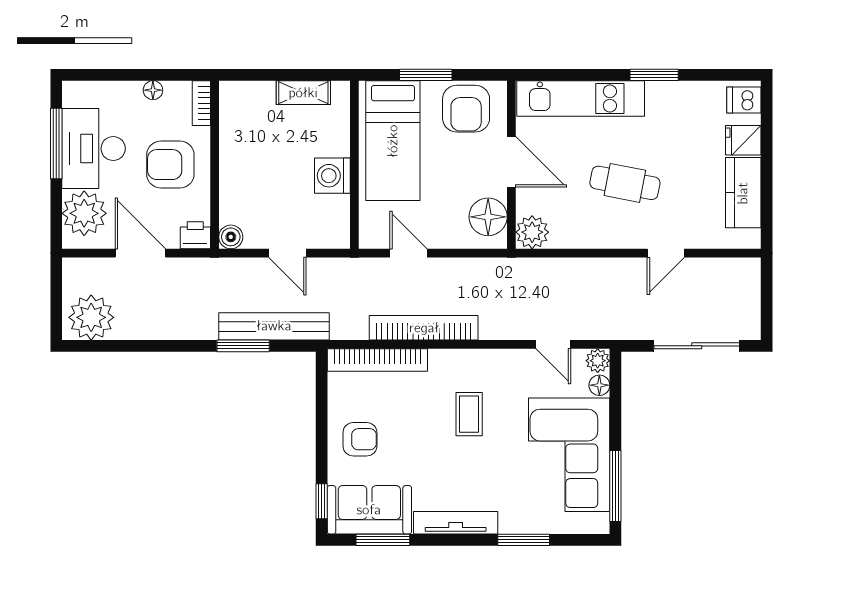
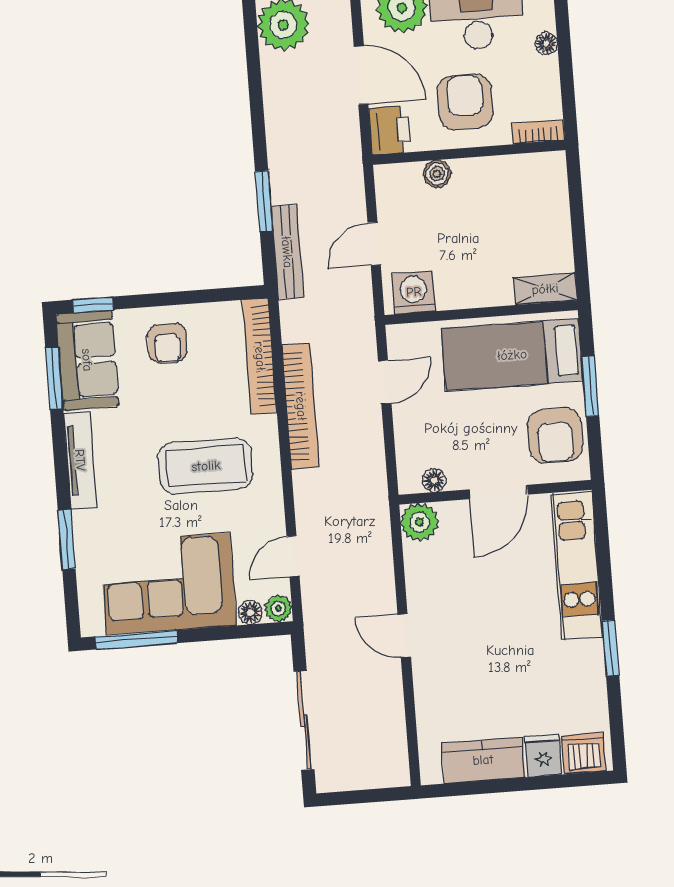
floor lamp: (153, 90) -> (546, 43), moved
shelving: (303, 93) -> (545, 289), moved, turned 90
dishwasher: (744, 100) -> (584, 753), width x1.38
armchair: (466, 109) -> (555, 435), turned -90
washing machine: (332, 176) -> (414, 292), moved
cafe table: (625, 183) -> (484, 624), removed
floor lamp: (488, 217) -> (434, 480), width x0.53, depth x0.53
printer: (195, 235) -> (390, 130), width x1.36, depth x1.24
boiler: (231, 237) -> (437, 174), moved
door: (140, 253) -> (361, 75), hinge flipped
door: (666, 253) -> (404, 636), moved
bench: (274, 326) -> (287, 252), width x0.73, depth x0.82
coffee table: (469, 414) -> (206, 466), width x1.86, depth x1.72

